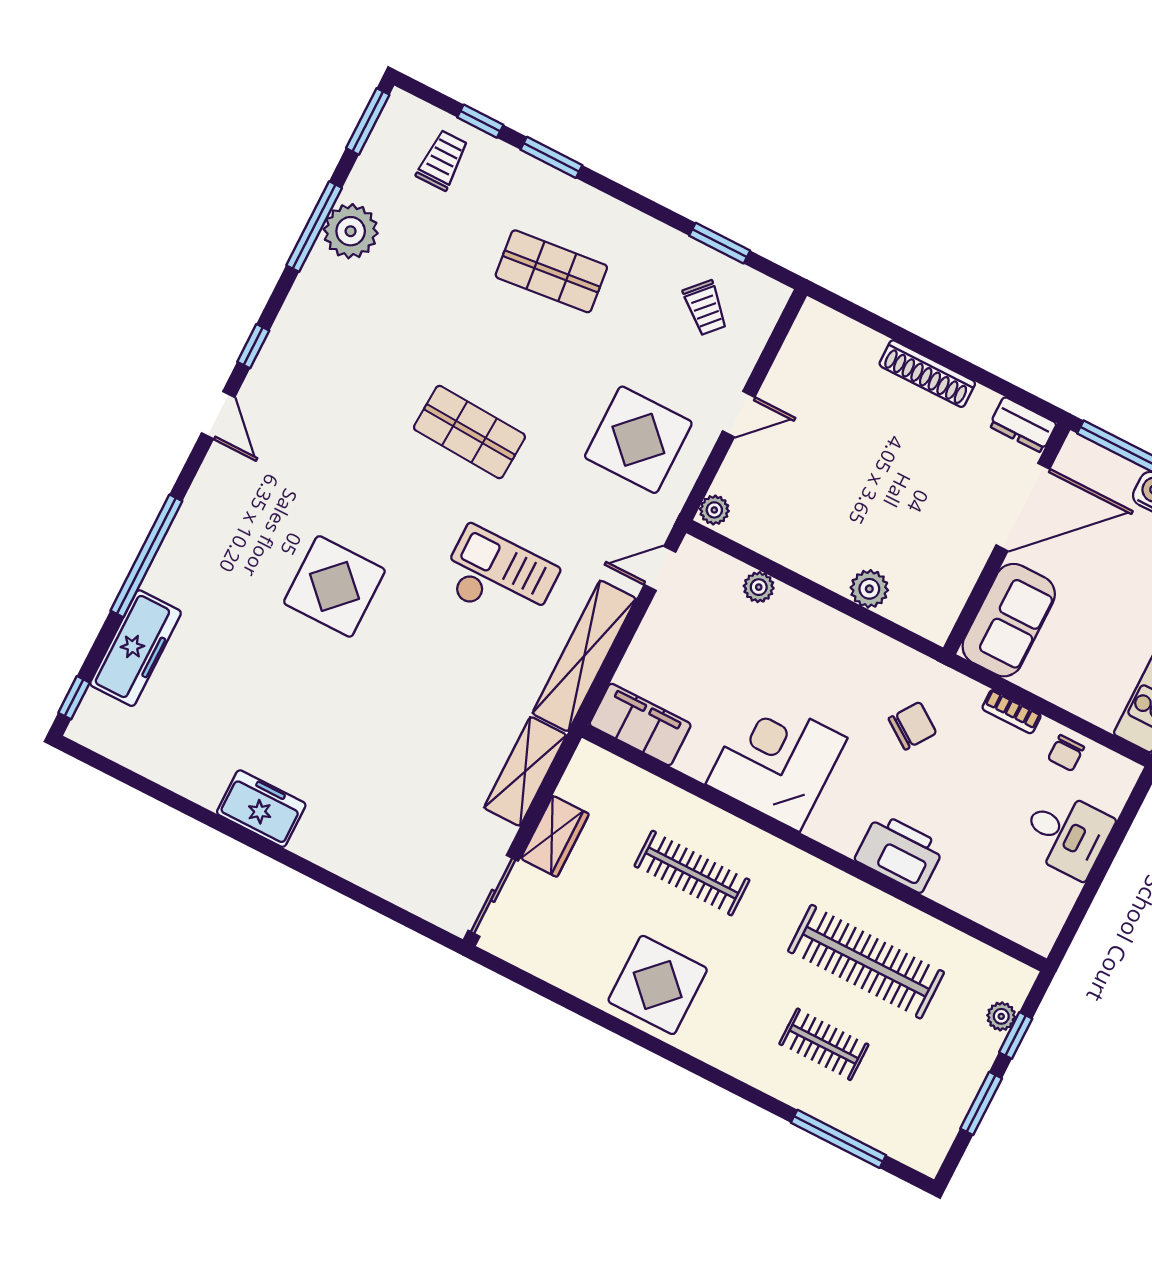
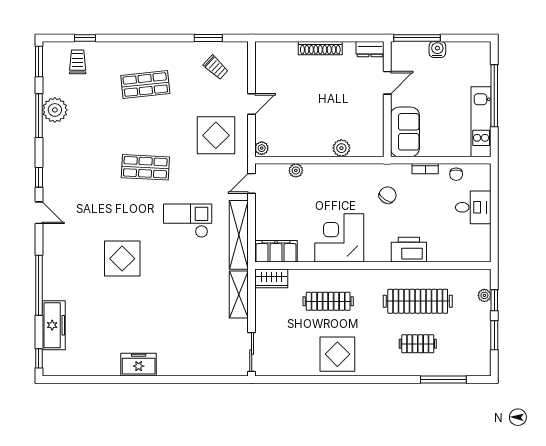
window: (551, 157) -> (122, 38), removed
door: (1023, 507) -> (387, 83), width x0.53
wardrobe: (555, 836) -> (271, 278), moved, turned 90

